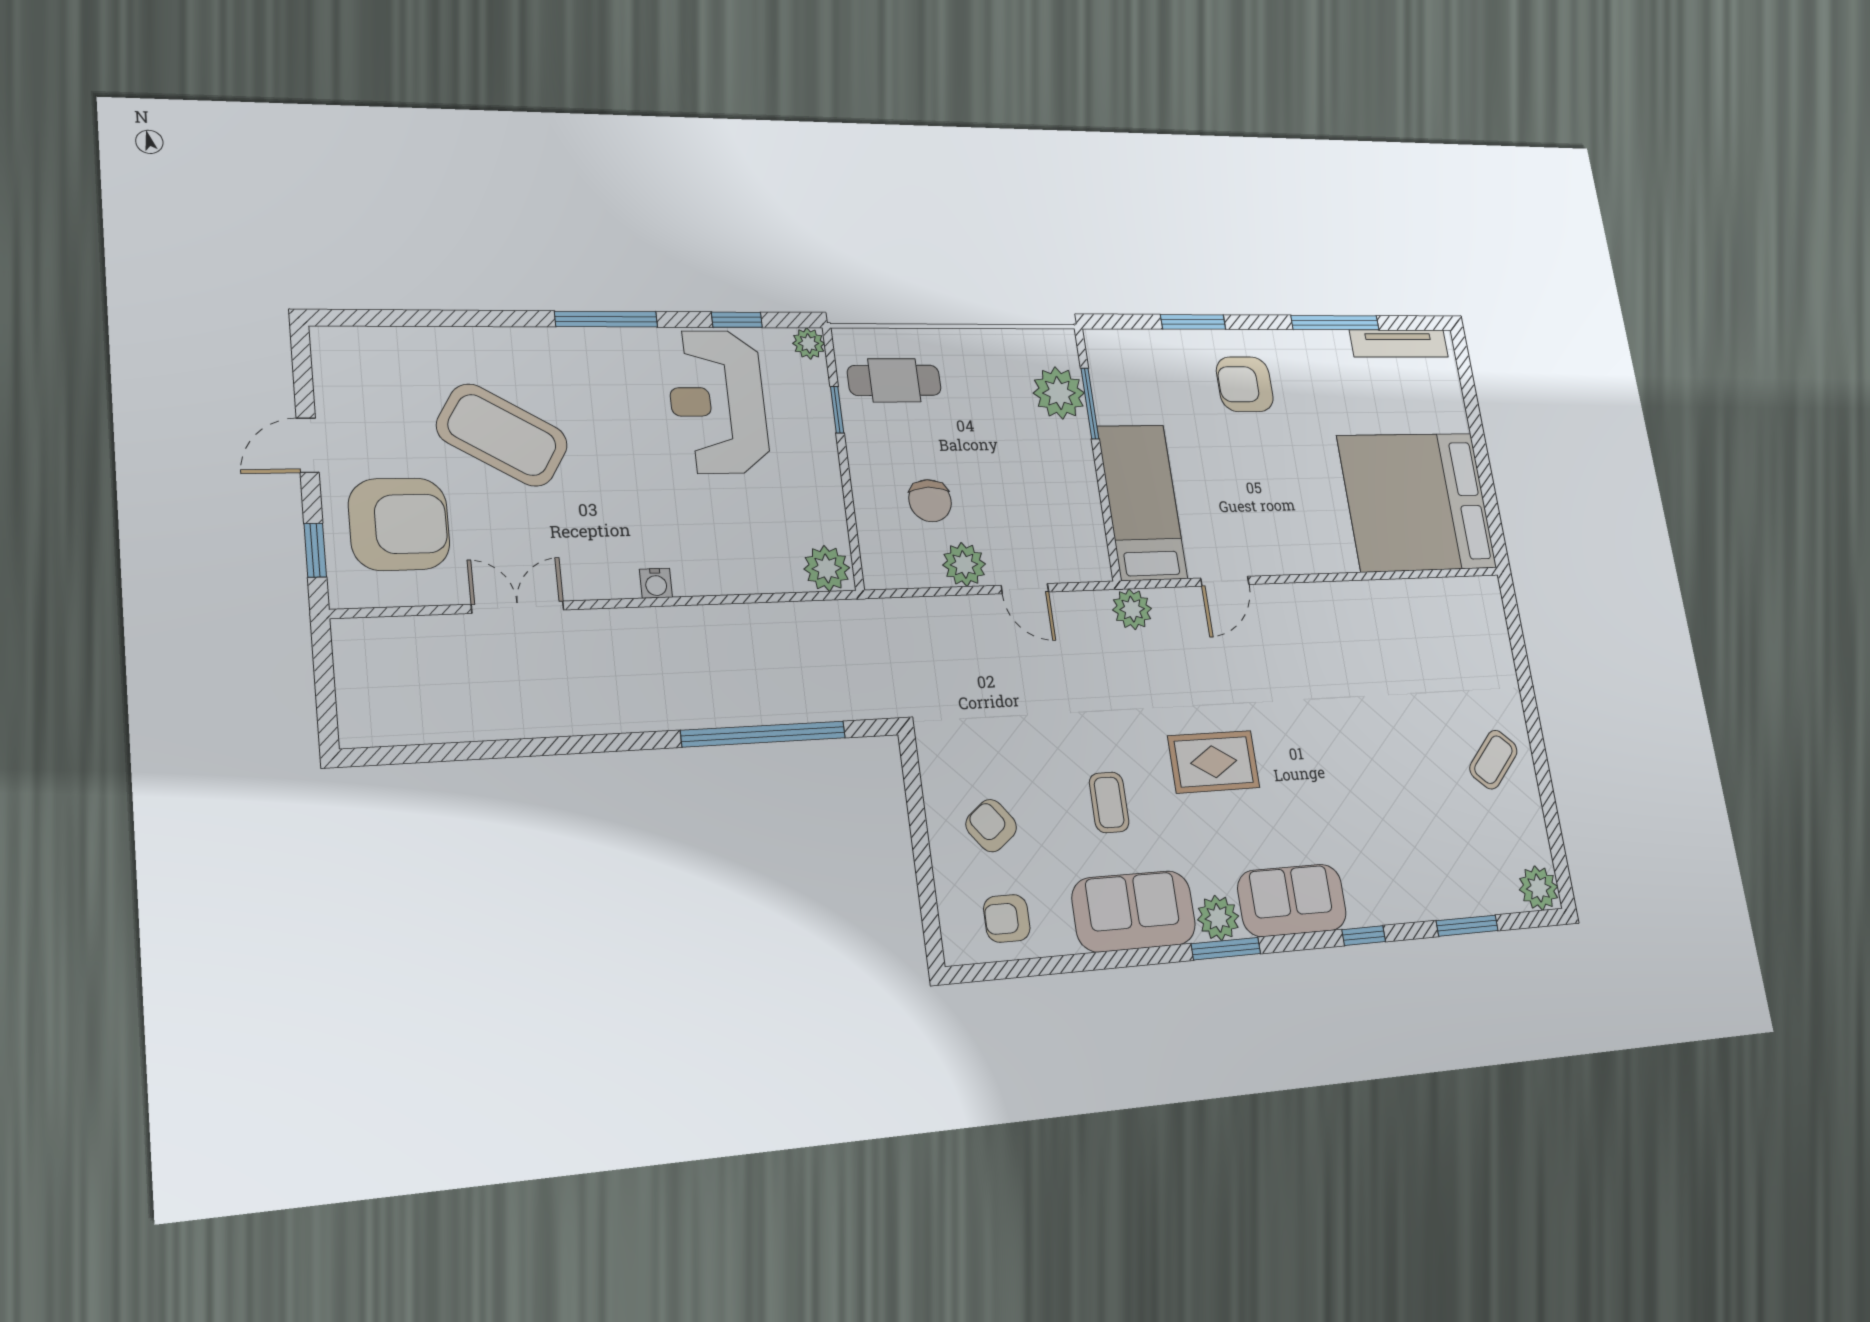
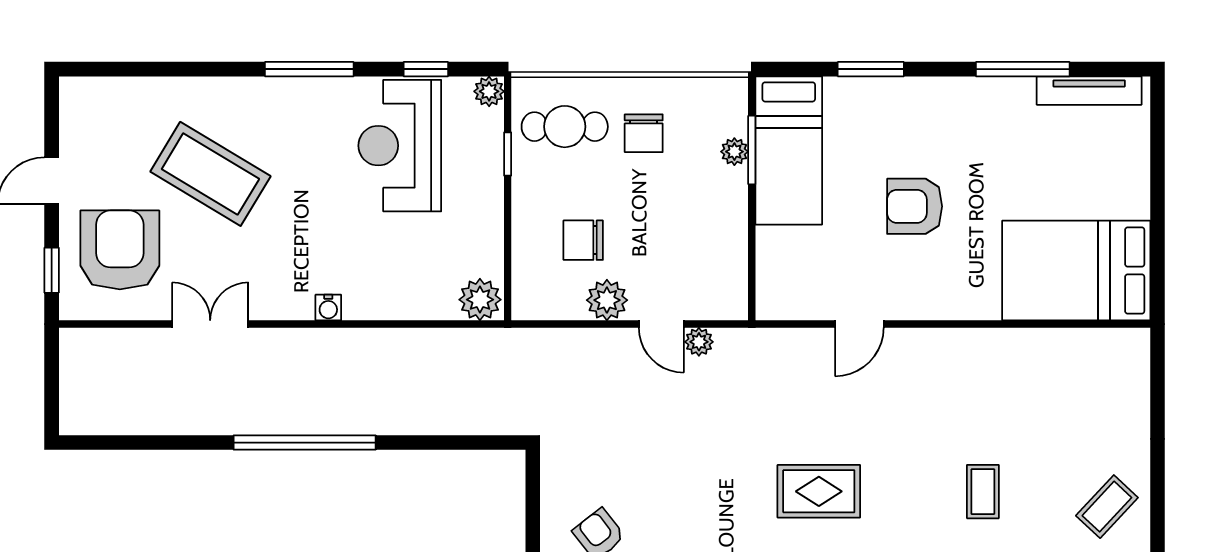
armchair: (1245, 384) -> (915, 206), moved
chair: (978, 387) -> (644, 133), added
plant: (1059, 393) -> (734, 152), width x0.53, depth x0.53
chair: (930, 501) -> (583, 240), turned 90
bed: (1142, 502) -> (789, 151), moved, turned 180
bed: (1417, 502) -> (1076, 271), width x0.73
armchair: (399, 524) -> (120, 250), turned -90
plant: (1132, 609) -> (699, 342), moved, width x0.73, depth x0.73
window: (764, 734) -> (305, 443), moved
coffee table: (1109, 802) -> (983, 492), moved

